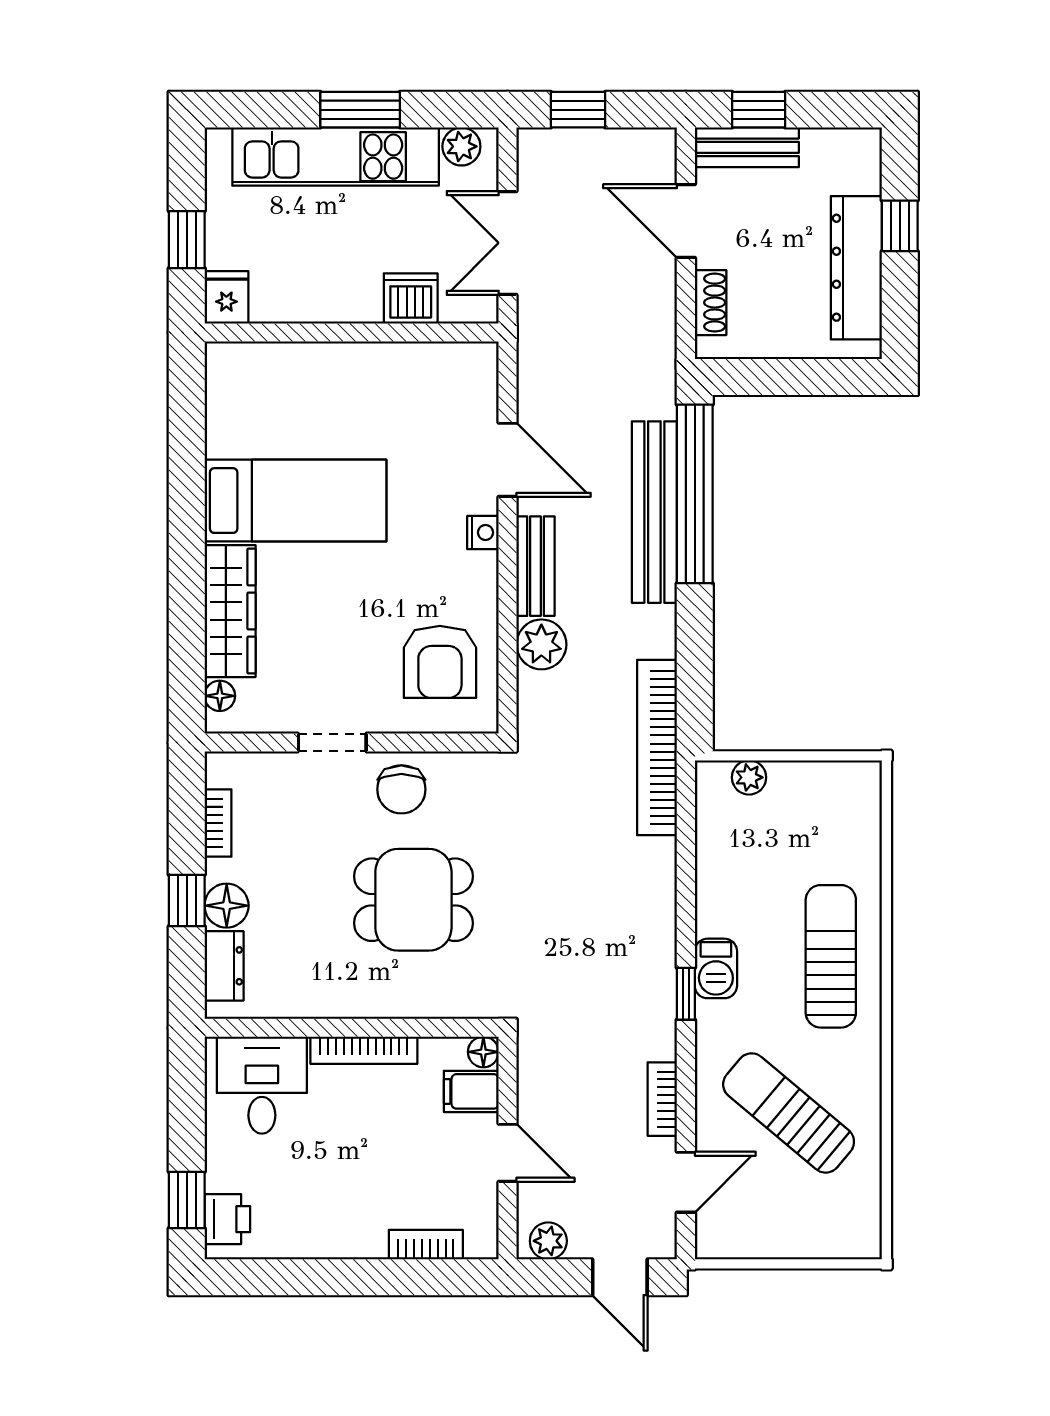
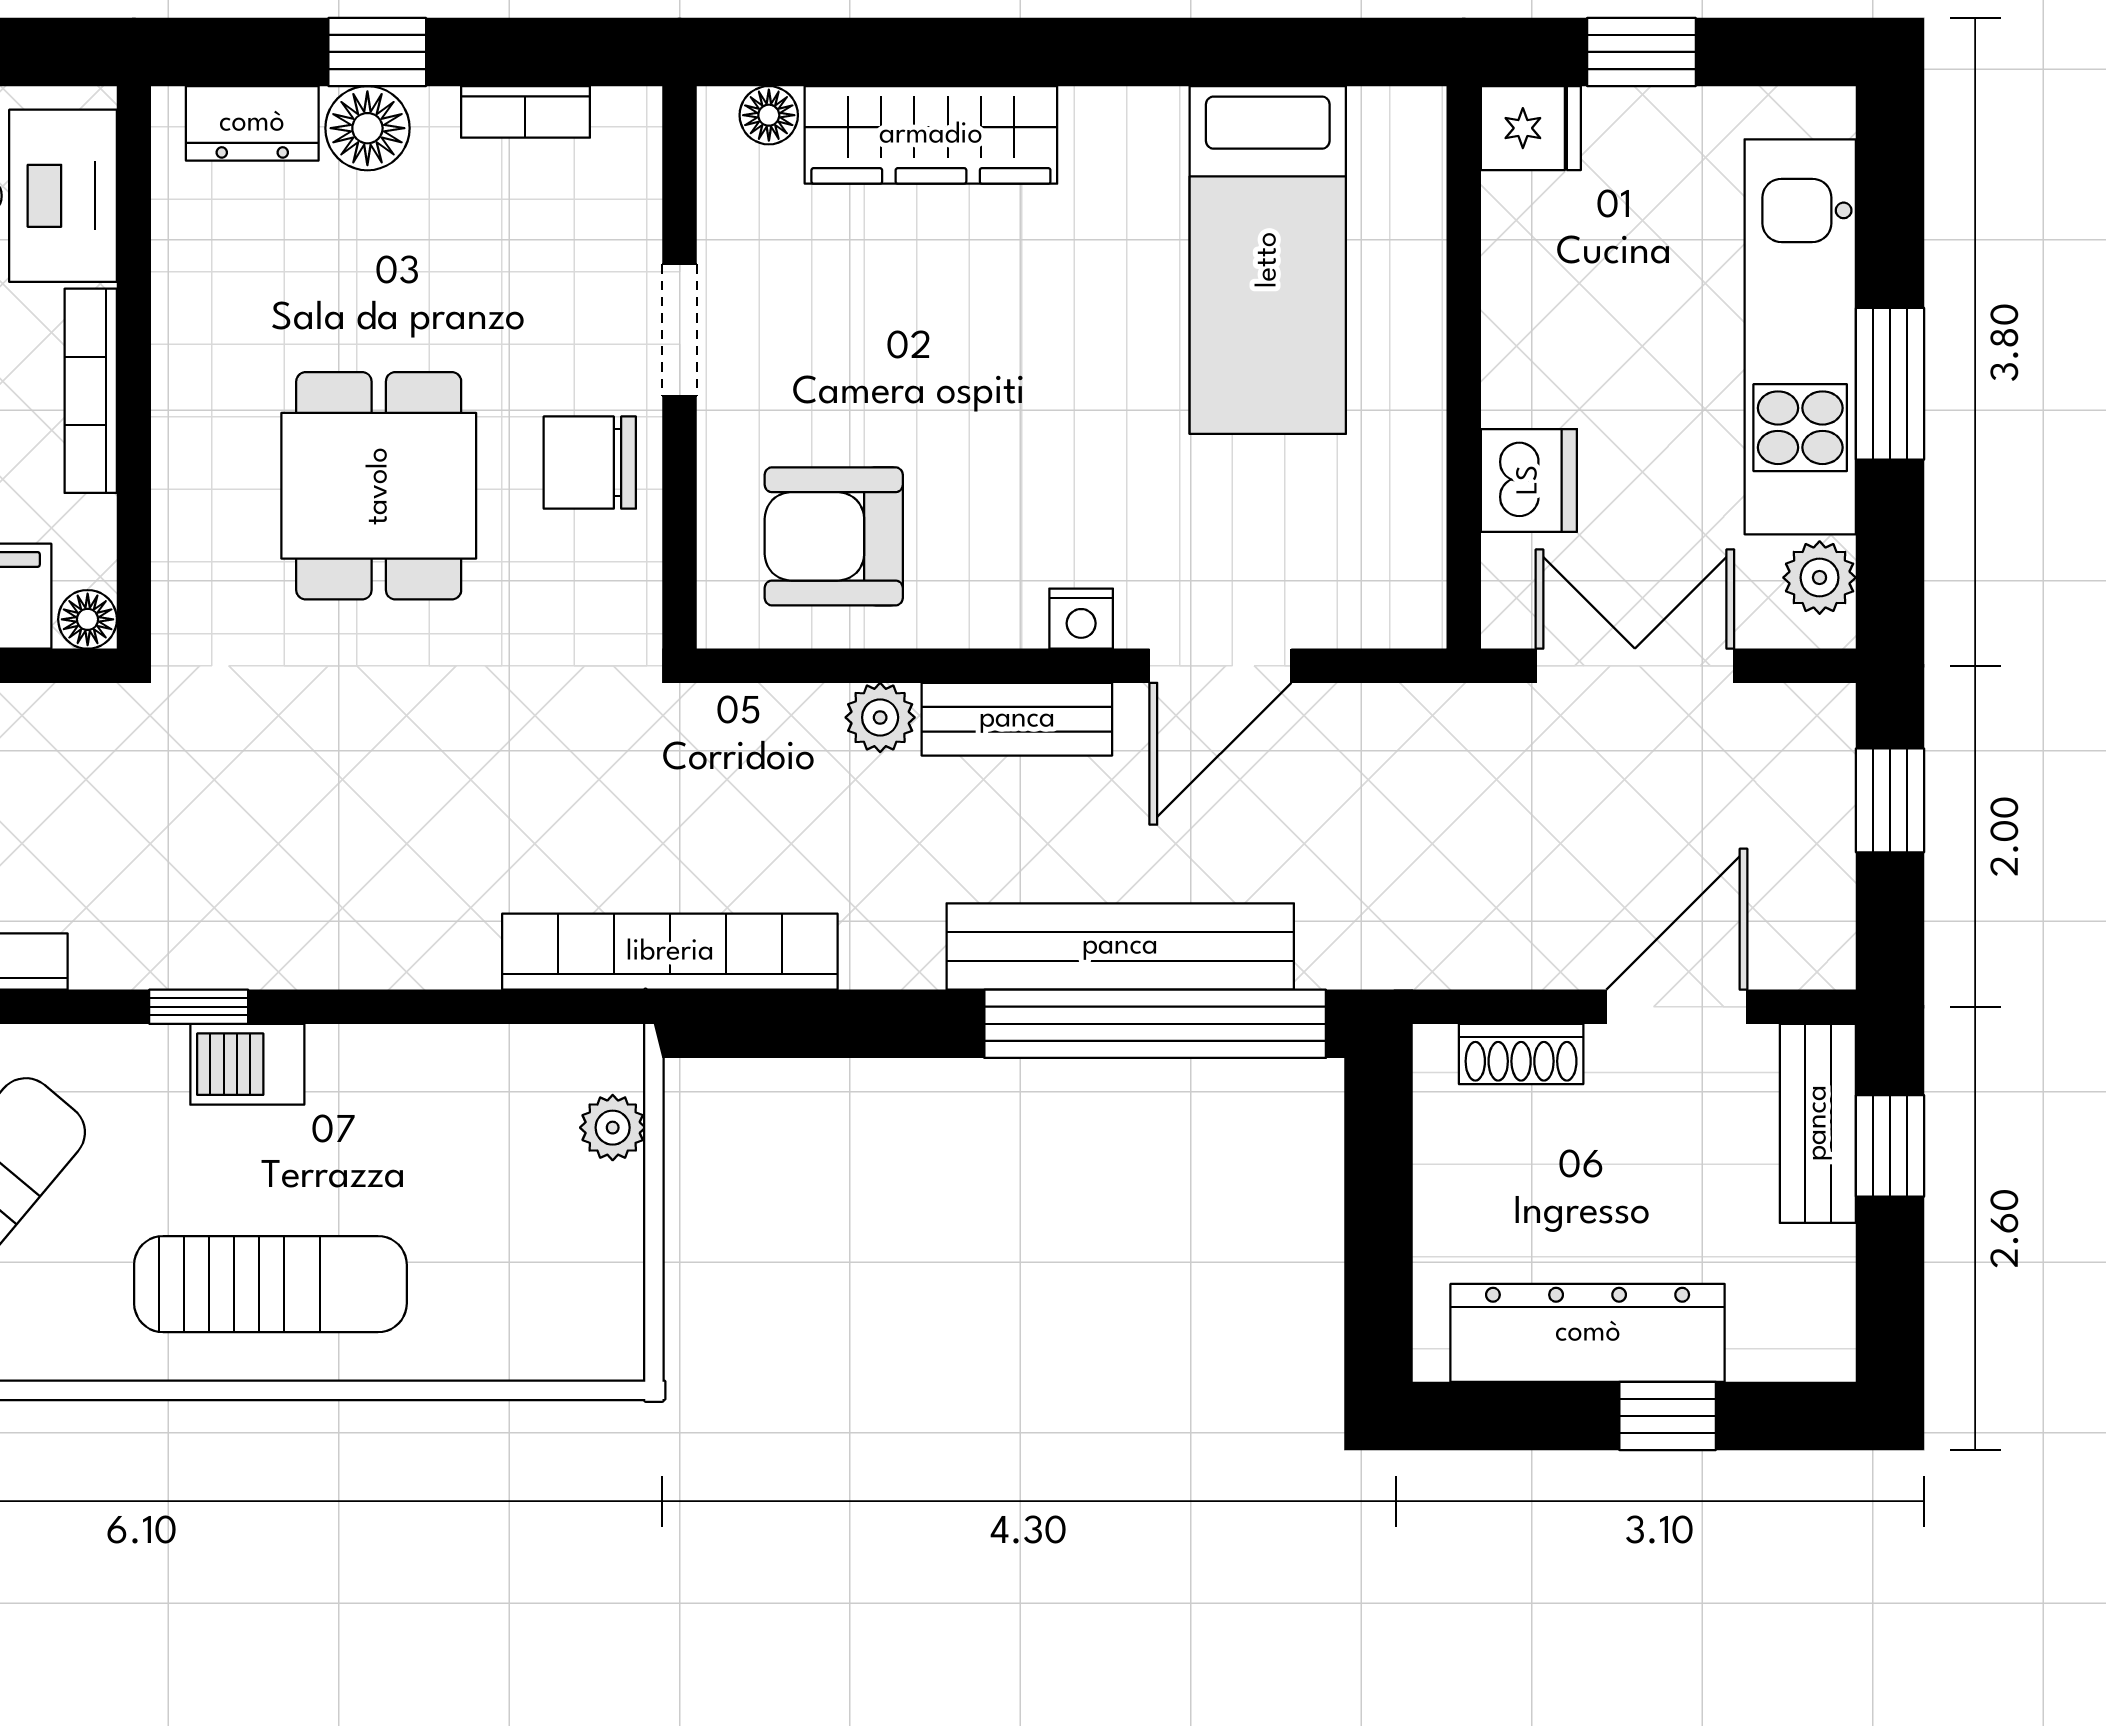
bed: (295, 501) -> (1268, 260), moved
plant: (541, 644) -> (880, 717), width x0.73, depth x0.73

